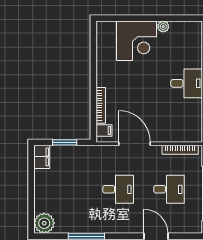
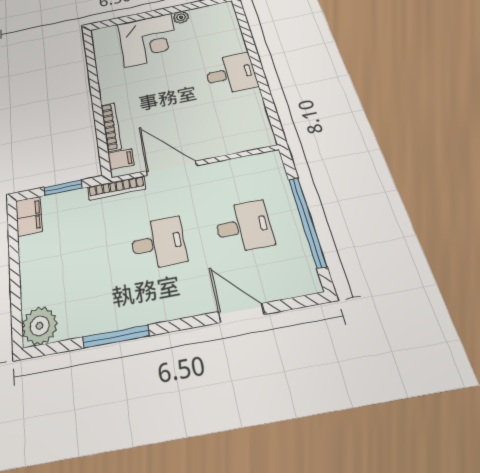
bookcase: (180, 150) -> (117, 188), moved

